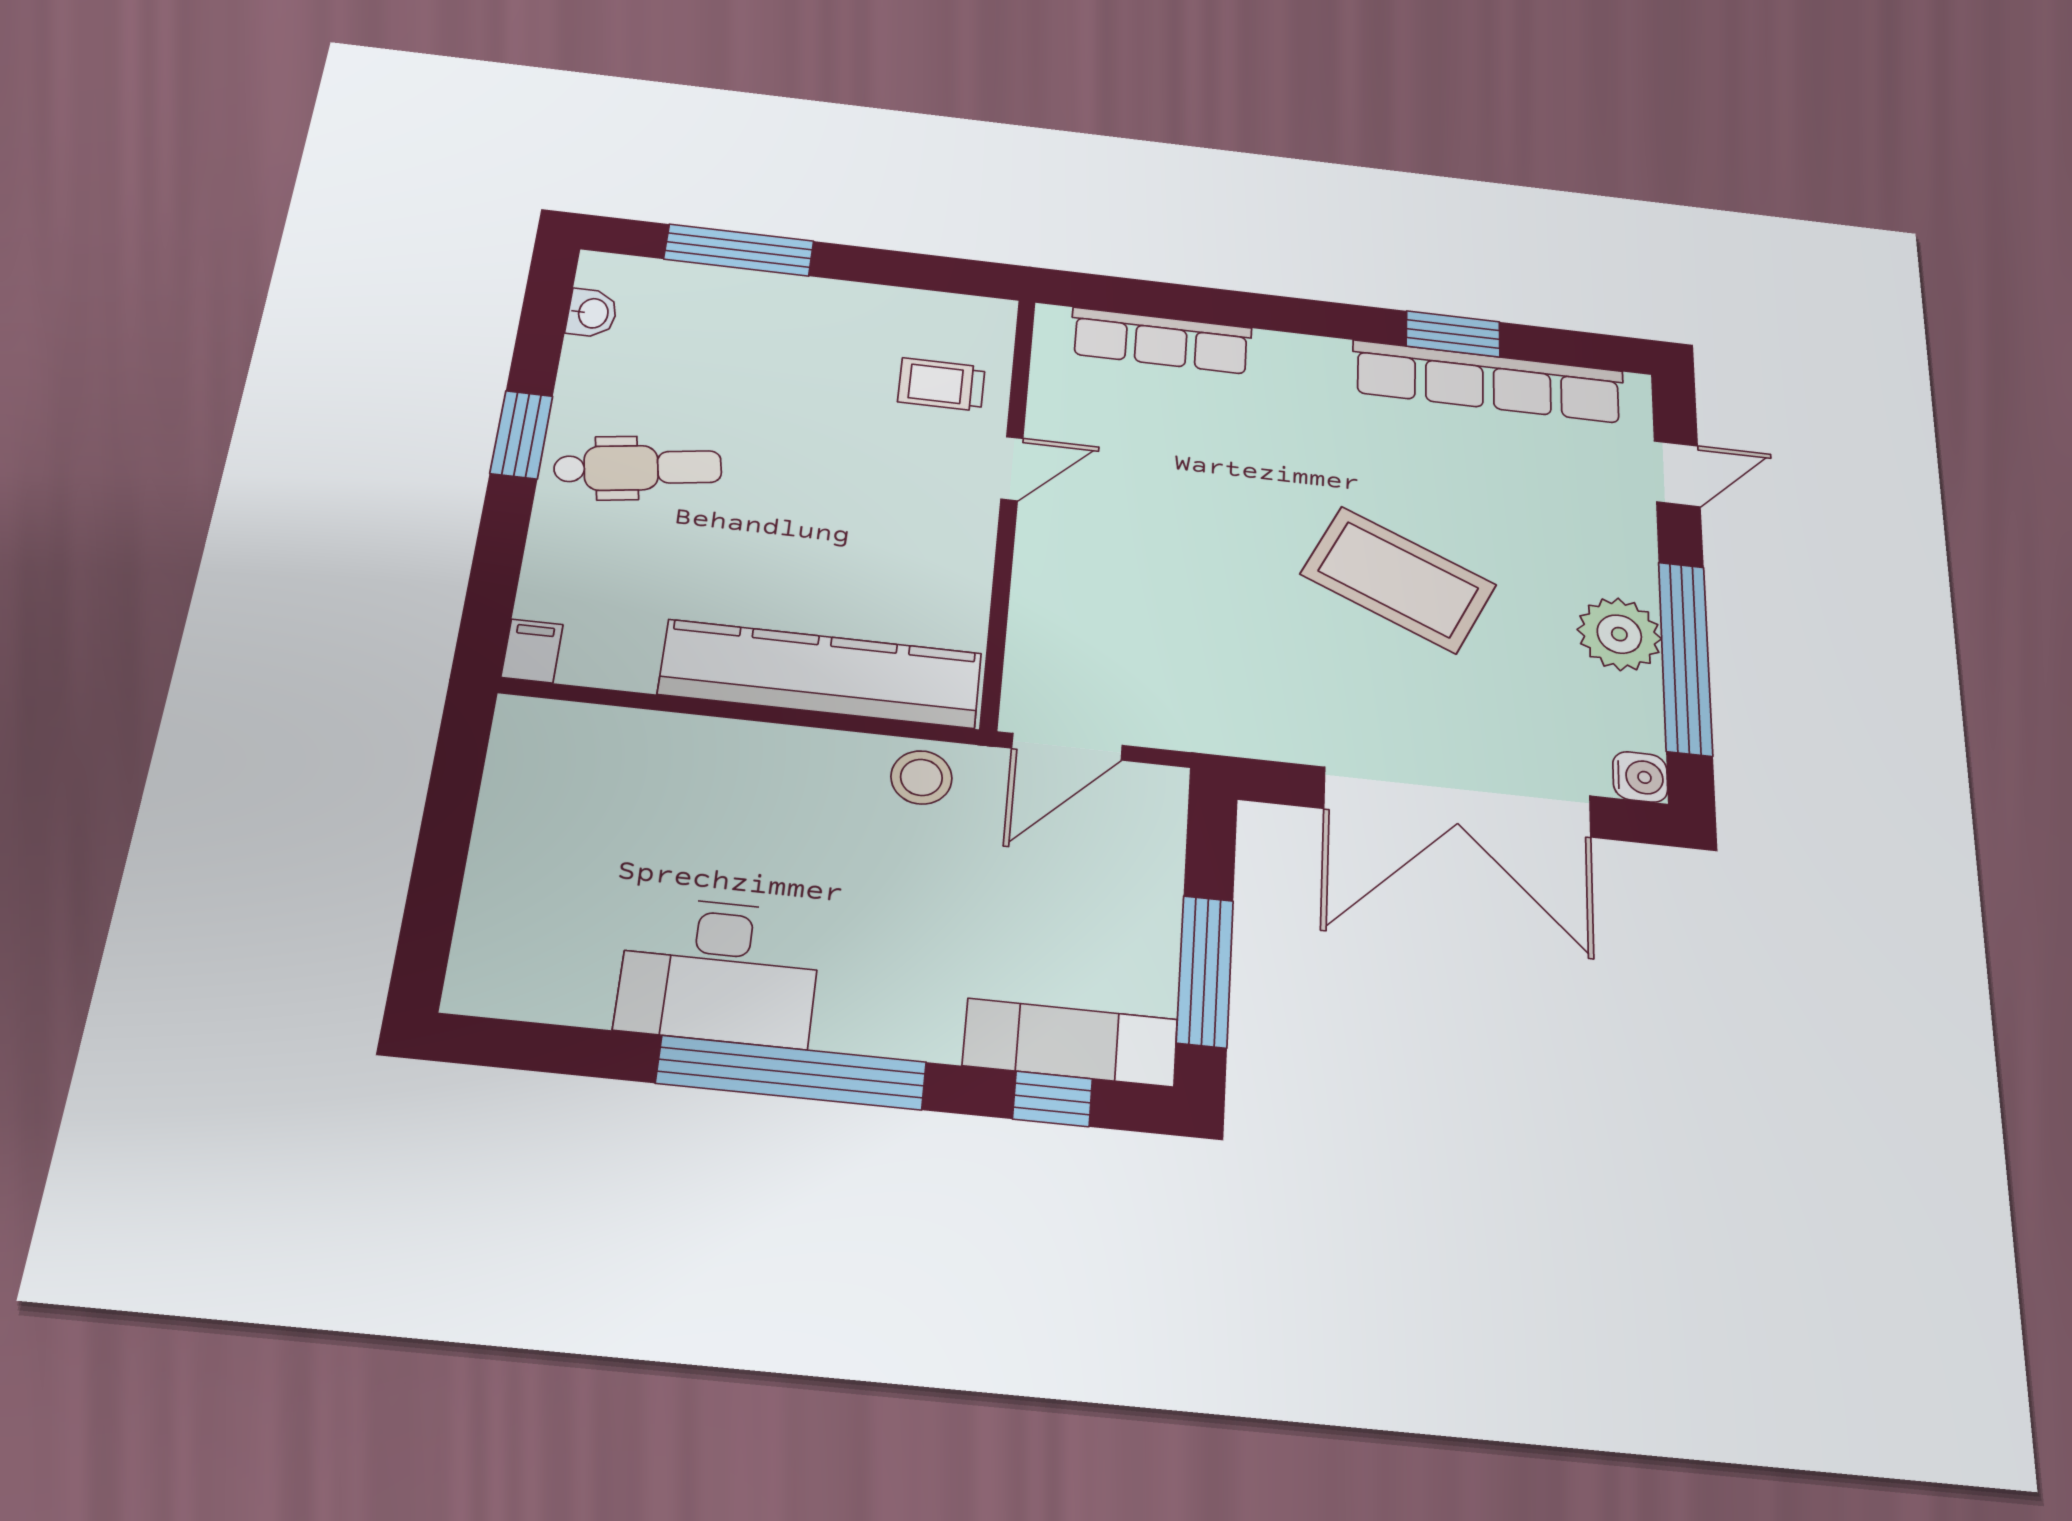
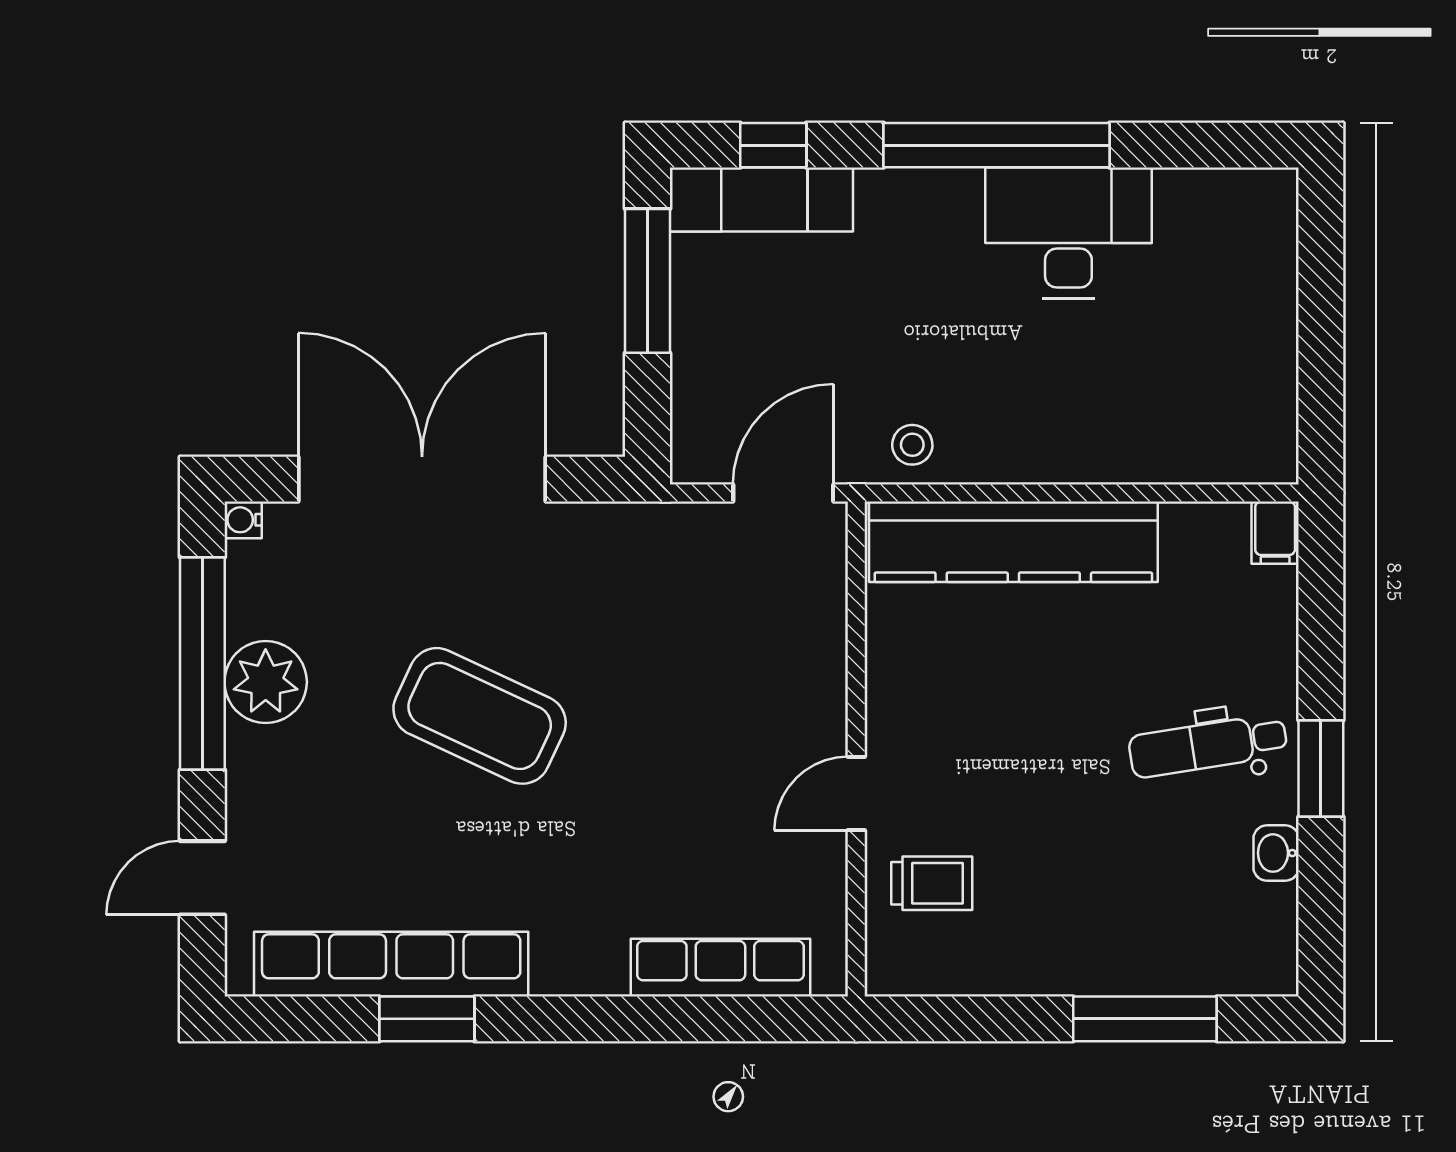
washbasin: (592, 313) -> (1276, 853), moved
stool: (921, 777) -> (912, 445), width x0.73, depth x0.73
water cooler: (1640, 777) -> (243, 520), width x0.72, depth x0.72

